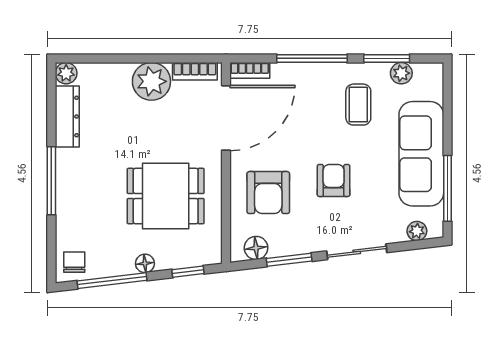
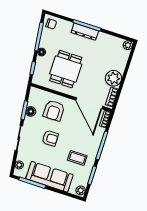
plant: (401, 73) -> (81, 190), moved
dresser: (67, 117) -> (85, 32), moved
armchair: (268, 193) -> (54, 110), turned -90
floor lamp: (256, 248) -> (31, 111), moved

